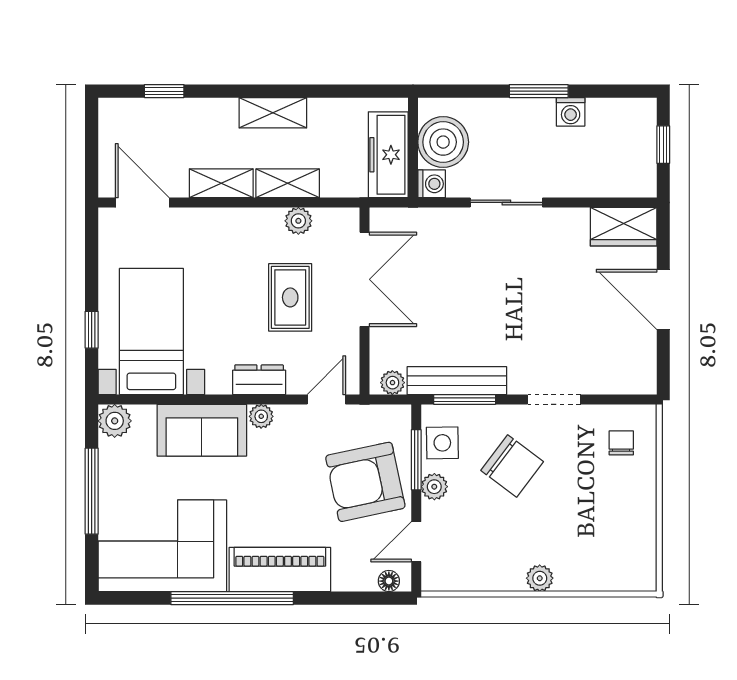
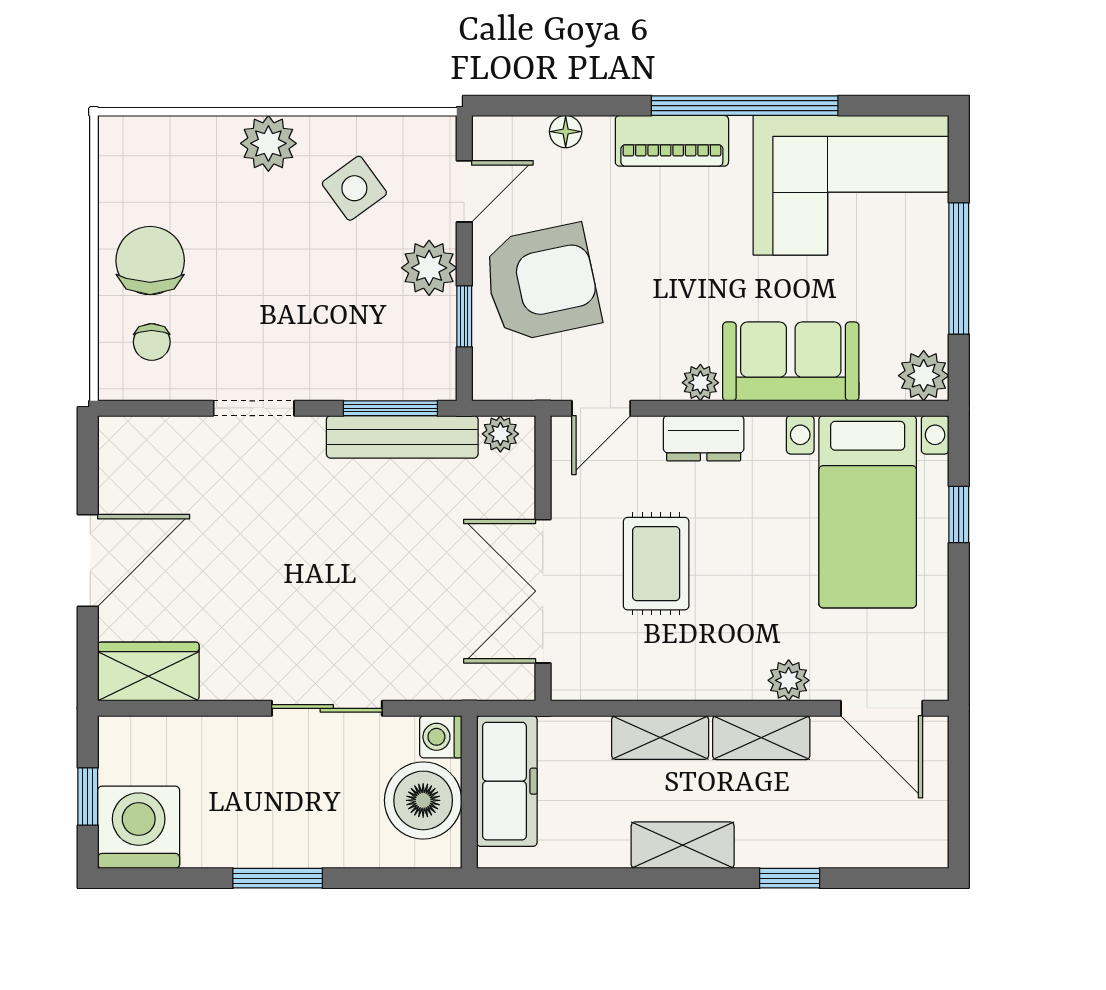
window: (164, 91) -> (790, 878), moved
washing machine: (571, 112) -> (139, 827), moved, width x1.89, depth x1.89
plant: (298, 221) -> (789, 680), moved
door: (663, 299) -> (88, 561), hinge flipped
side table: (442, 443) -> (354, 188), moved, turned -35
window: (416, 460) -> (464, 316), width x0.67
chair: (512, 466) -> (150, 261), moved, turned 53
plant: (434, 487) -> (429, 268), width x1.38, depth x1.38
piano: (280, 570) -> (672, 141), width x0.73, depth x0.75
plant: (540, 578) -> (268, 143), width x1.38, depth x1.38
floor lamp: (389, 581) -> (566, 132), moved

